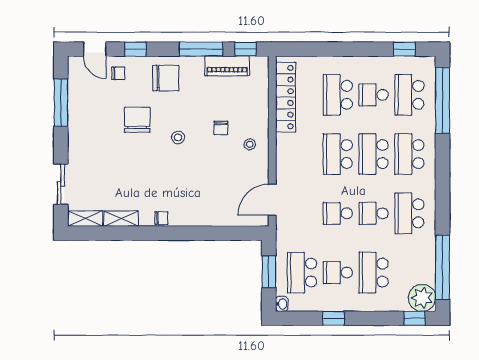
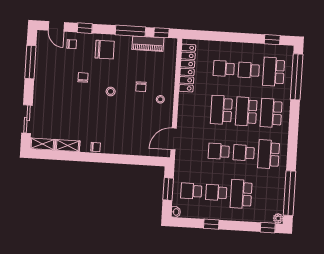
school desk: (338, 95) -> (224, 69), width x0.54
chair: (137, 120) -> (83, 77), width x0.54, depth x0.54
school desk: (302, 273) -> (191, 191), width x0.54
plant: (422, 298) -> (278, 218), width x0.53, depth x0.53

